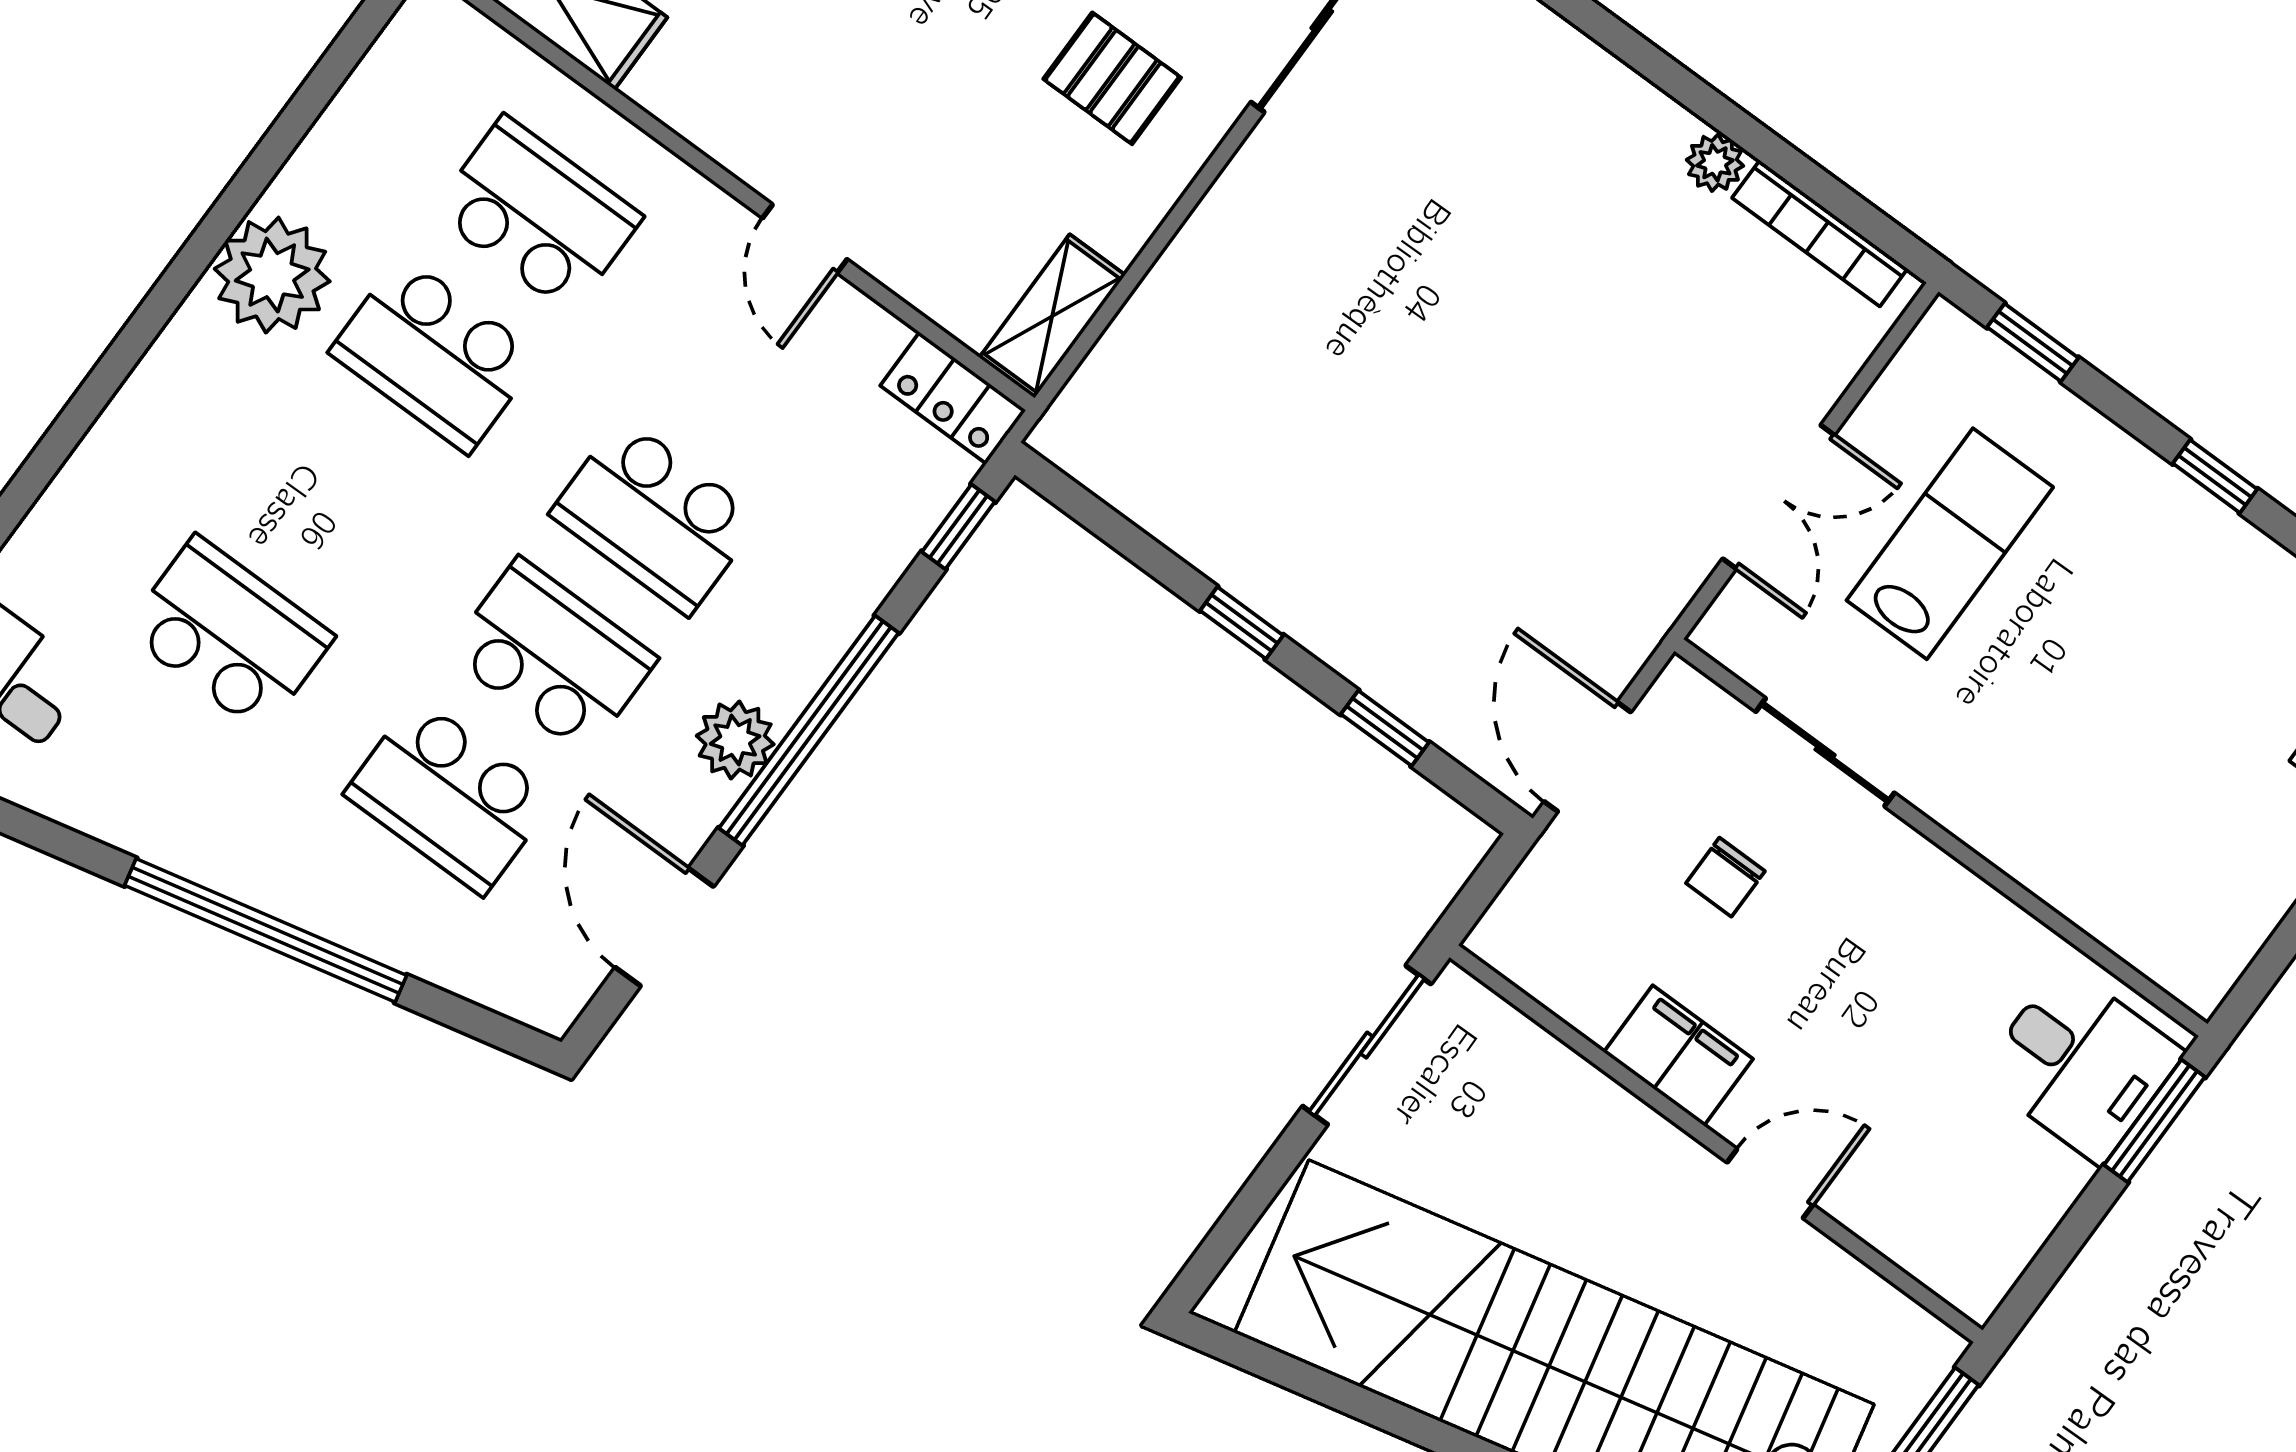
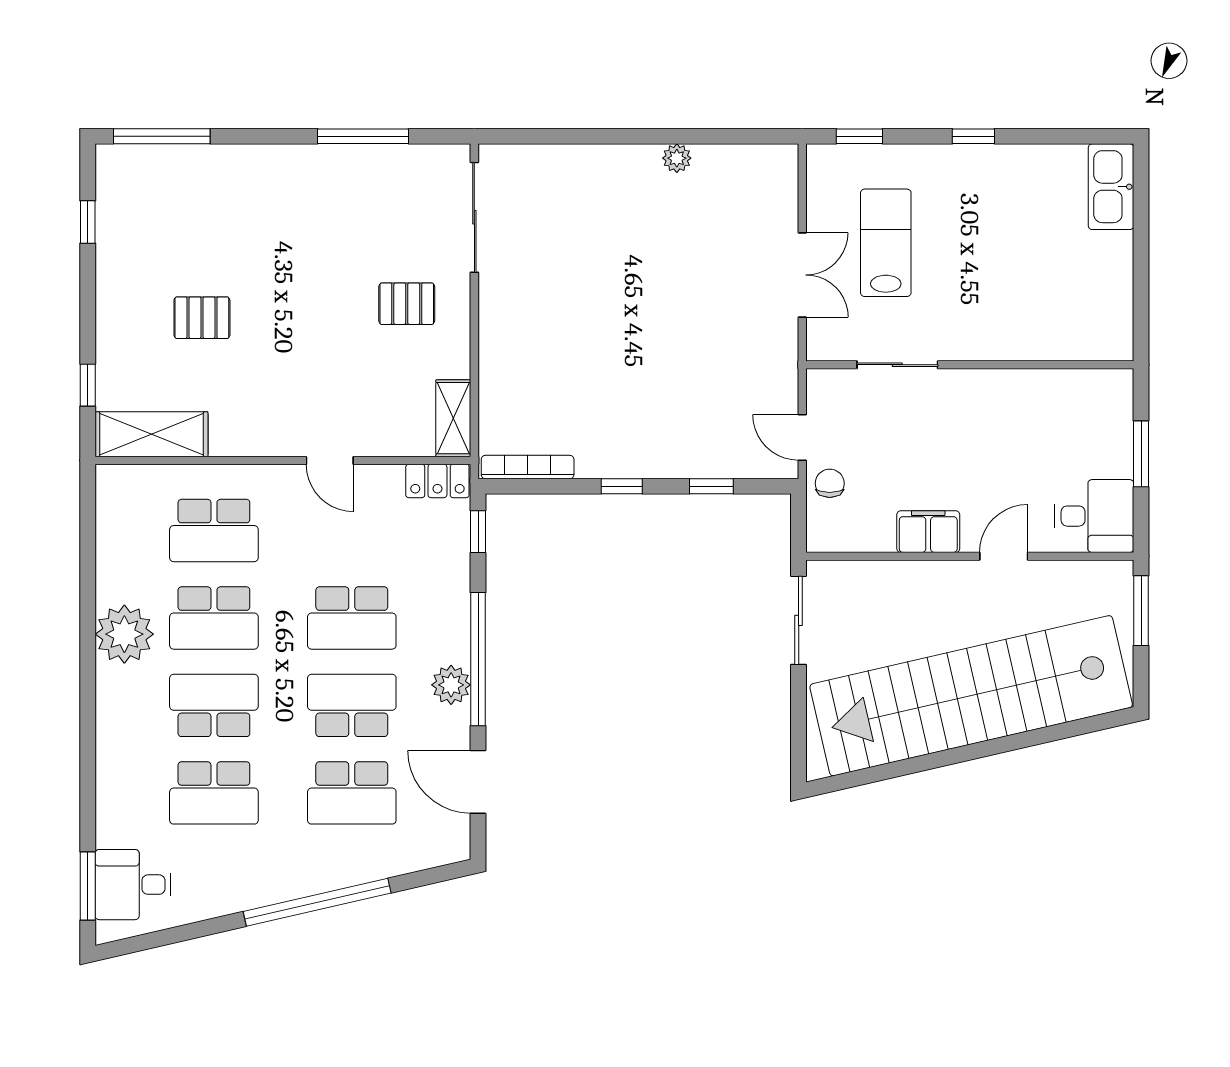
school desk: (537, 214) -> (214, 530), turned 180
bookcase: (1820, 233) -> (528, 467), moved, turned 180
school desk: (332, 494) -> (214, 705), added
school desk: (229, 634) -> (214, 793), turned 180
door: (1588, 757) -> (802, 437), width x0.73
chair: (1725, 877) -> (830, 483), moved, turned 180
desk: (2081, 1064) -> (1094, 516), moved
window: (2155, 1121) -> (1141, 454), moved

